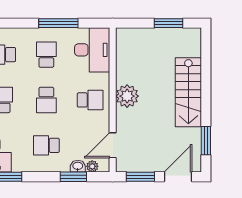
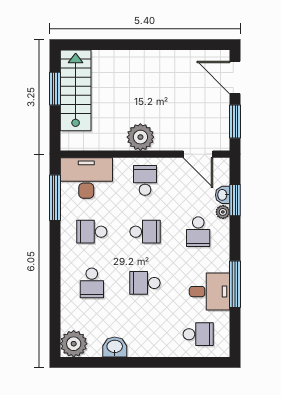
window: (58, 23) -> (55, 198), moved
stairs: (188, 92) -> (76, 90), moved, turned -90
window: (206, 141) -> (193, 45), removed
plant: (92, 166) -> (223, 212), moved

